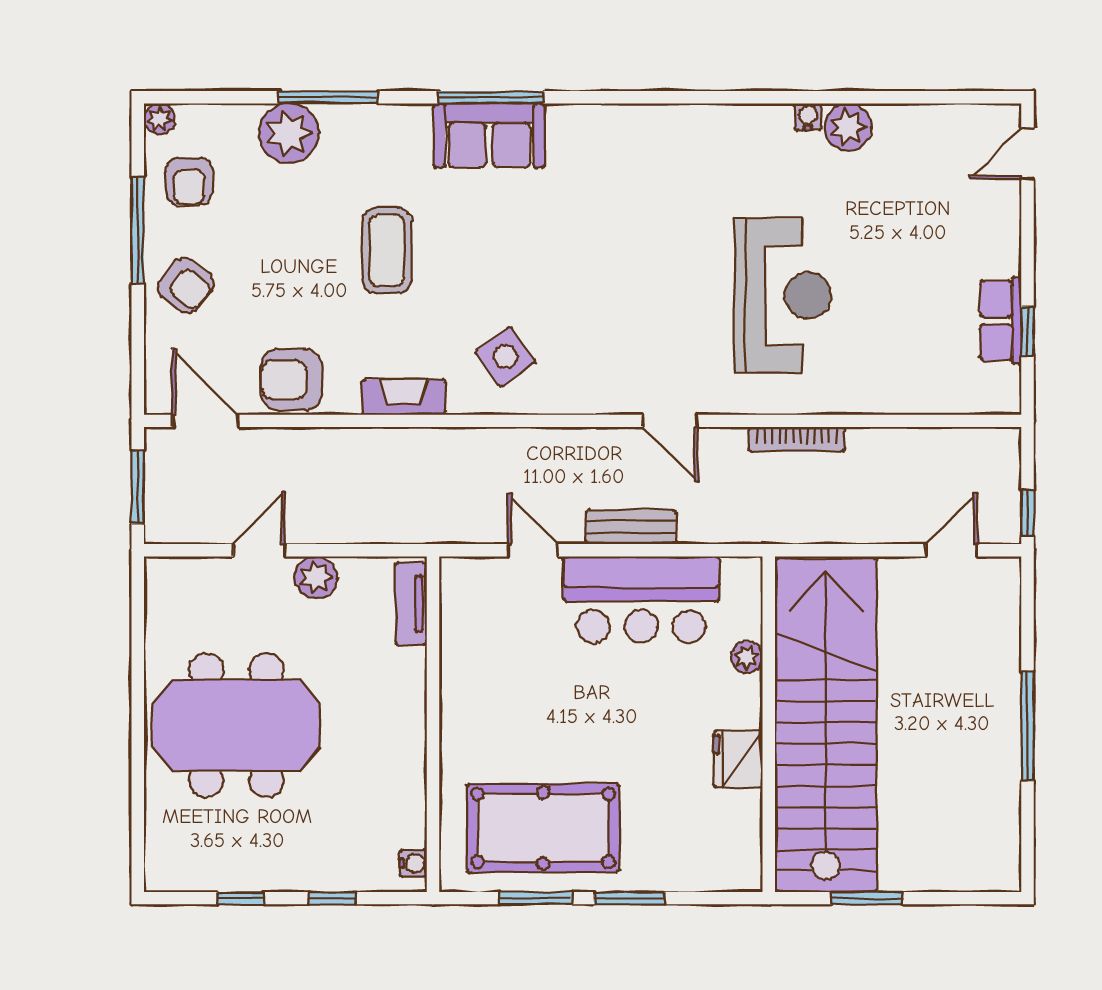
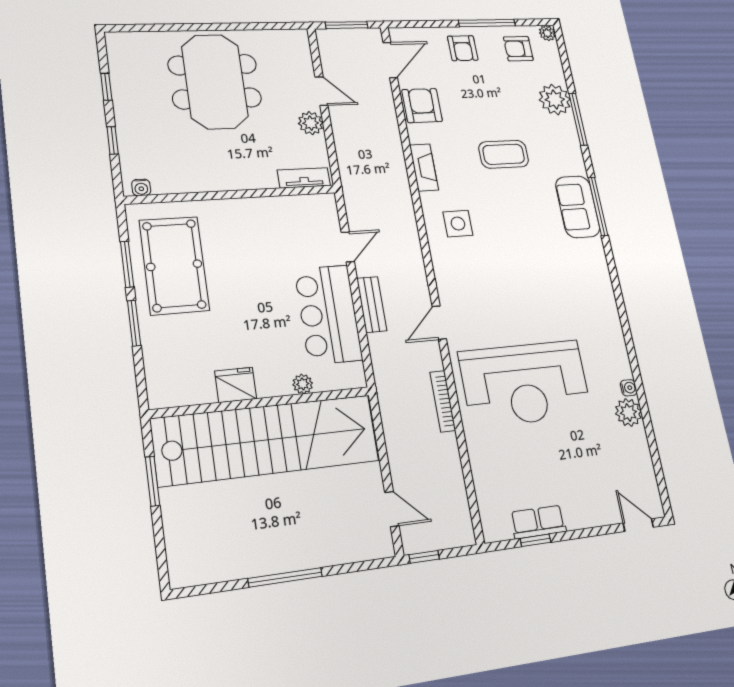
armchair: (186, 285) -> (463, 48), turned -39
reception desk: (783, 296) -> (525, 383), width x1.36, depth x1.30
side table: (505, 357) -> (458, 224), turned 36

